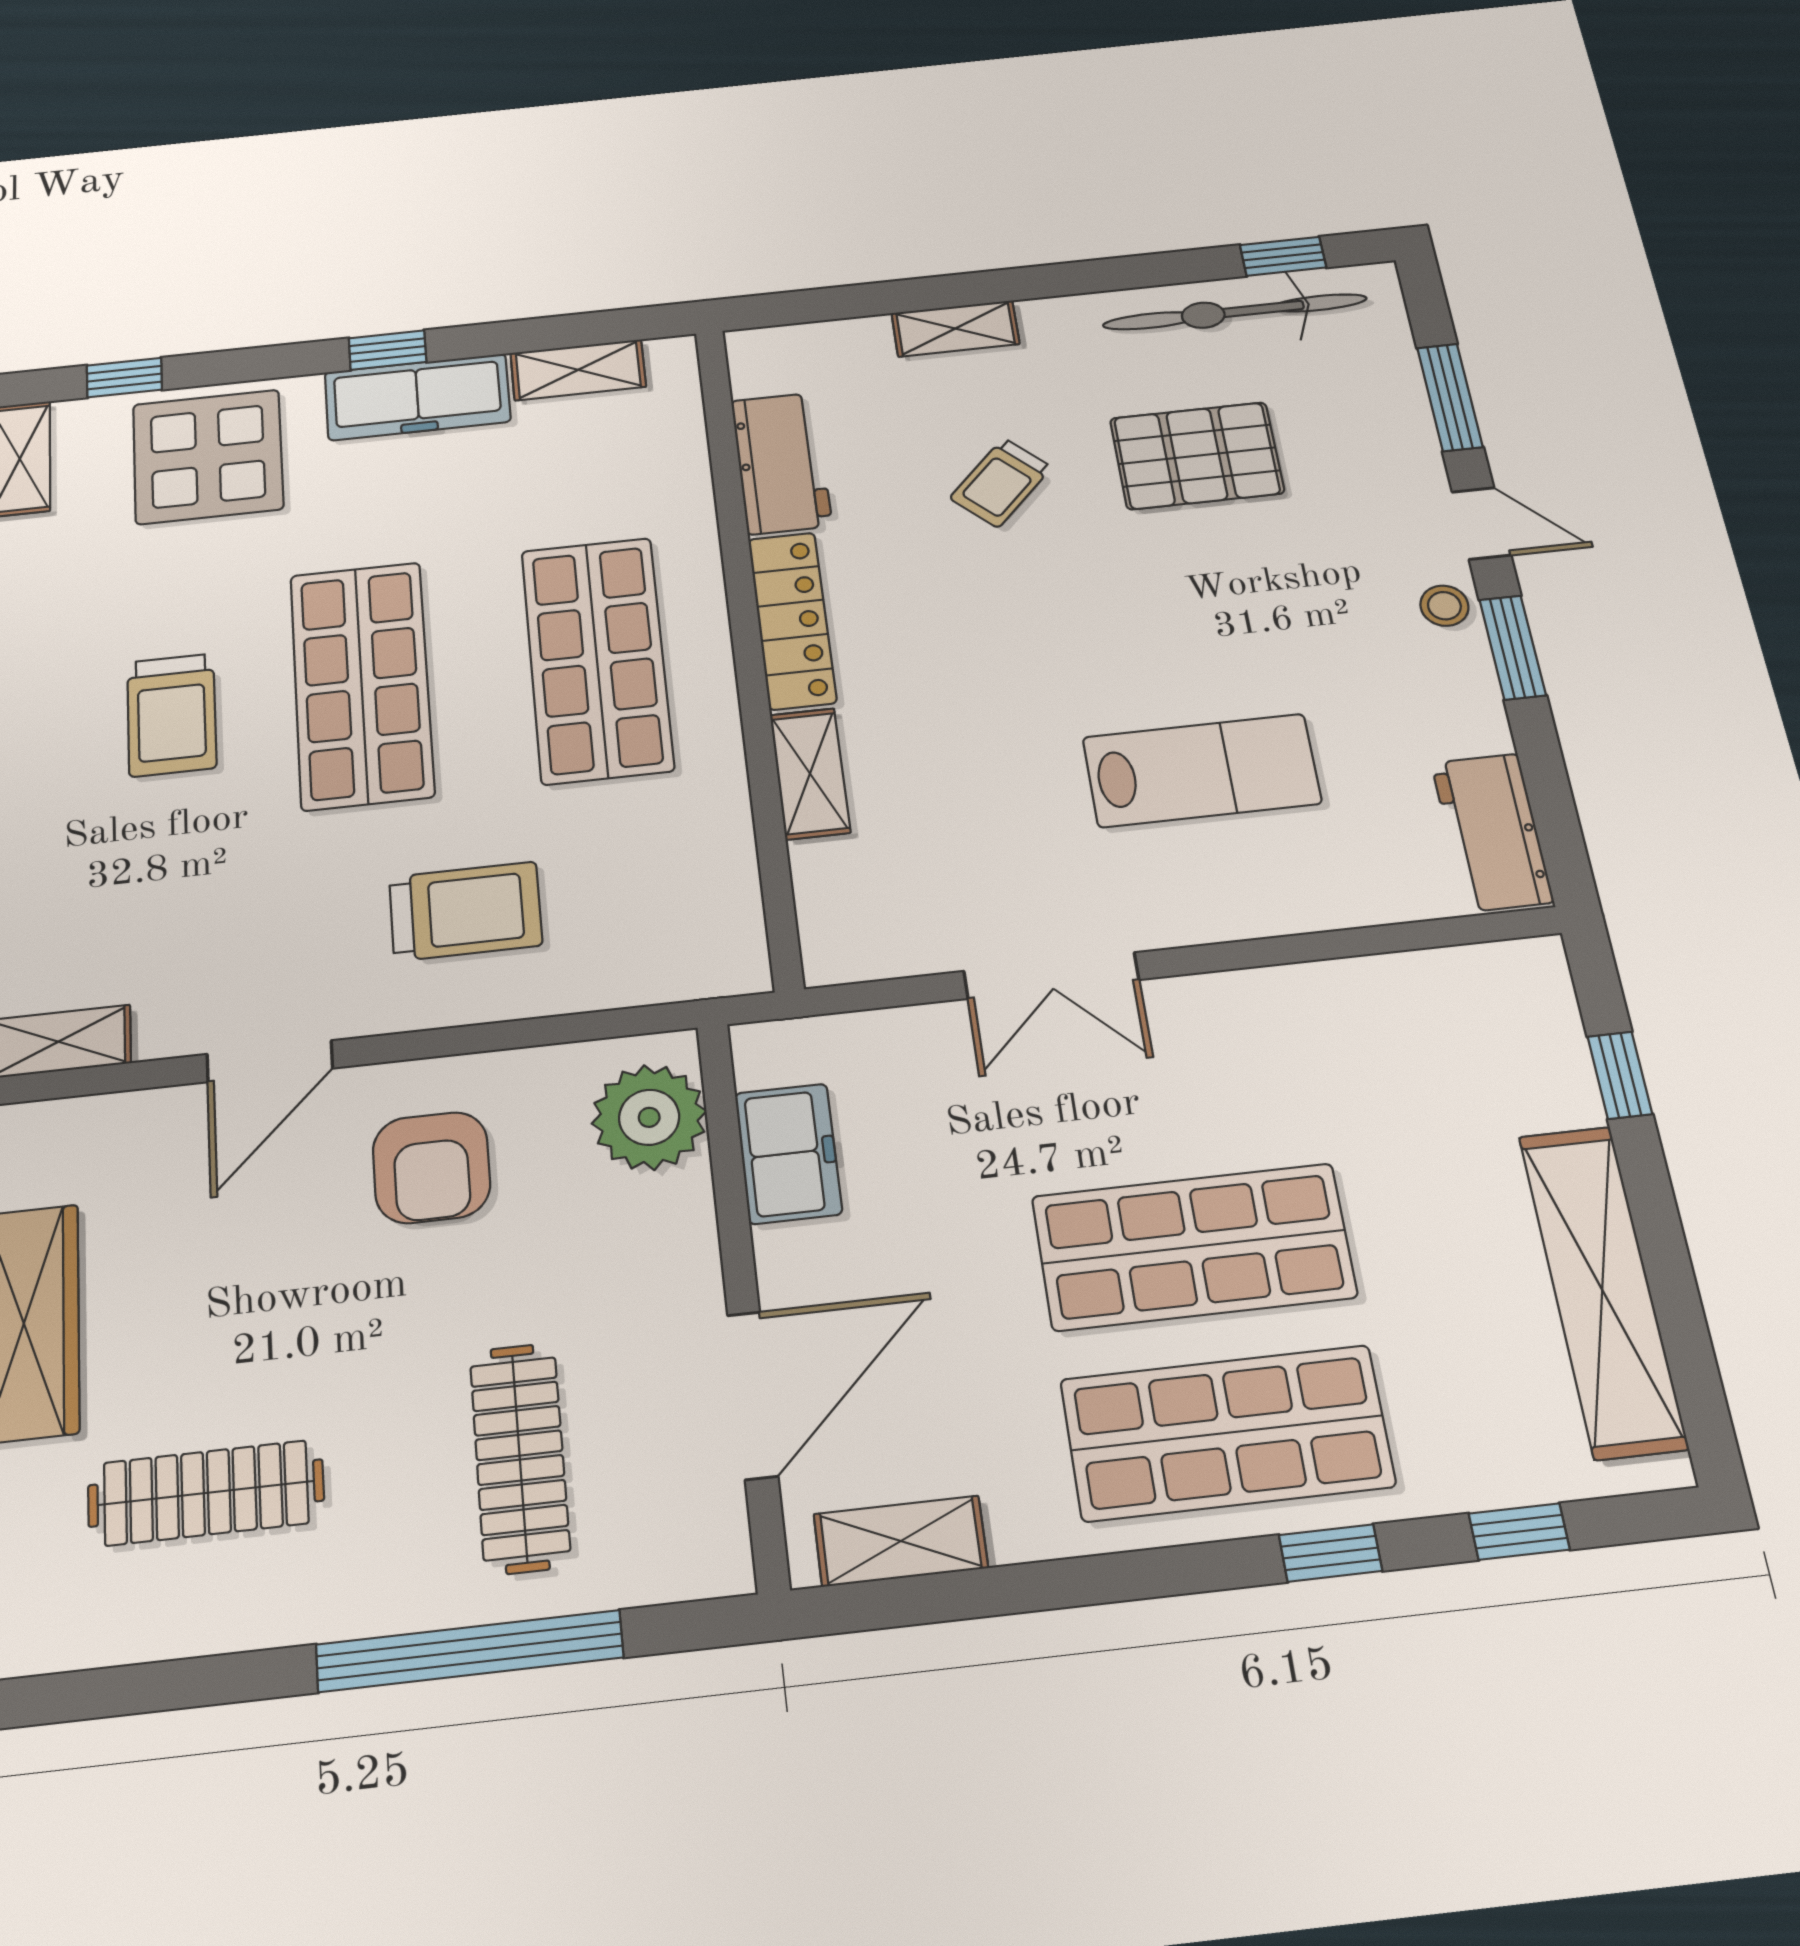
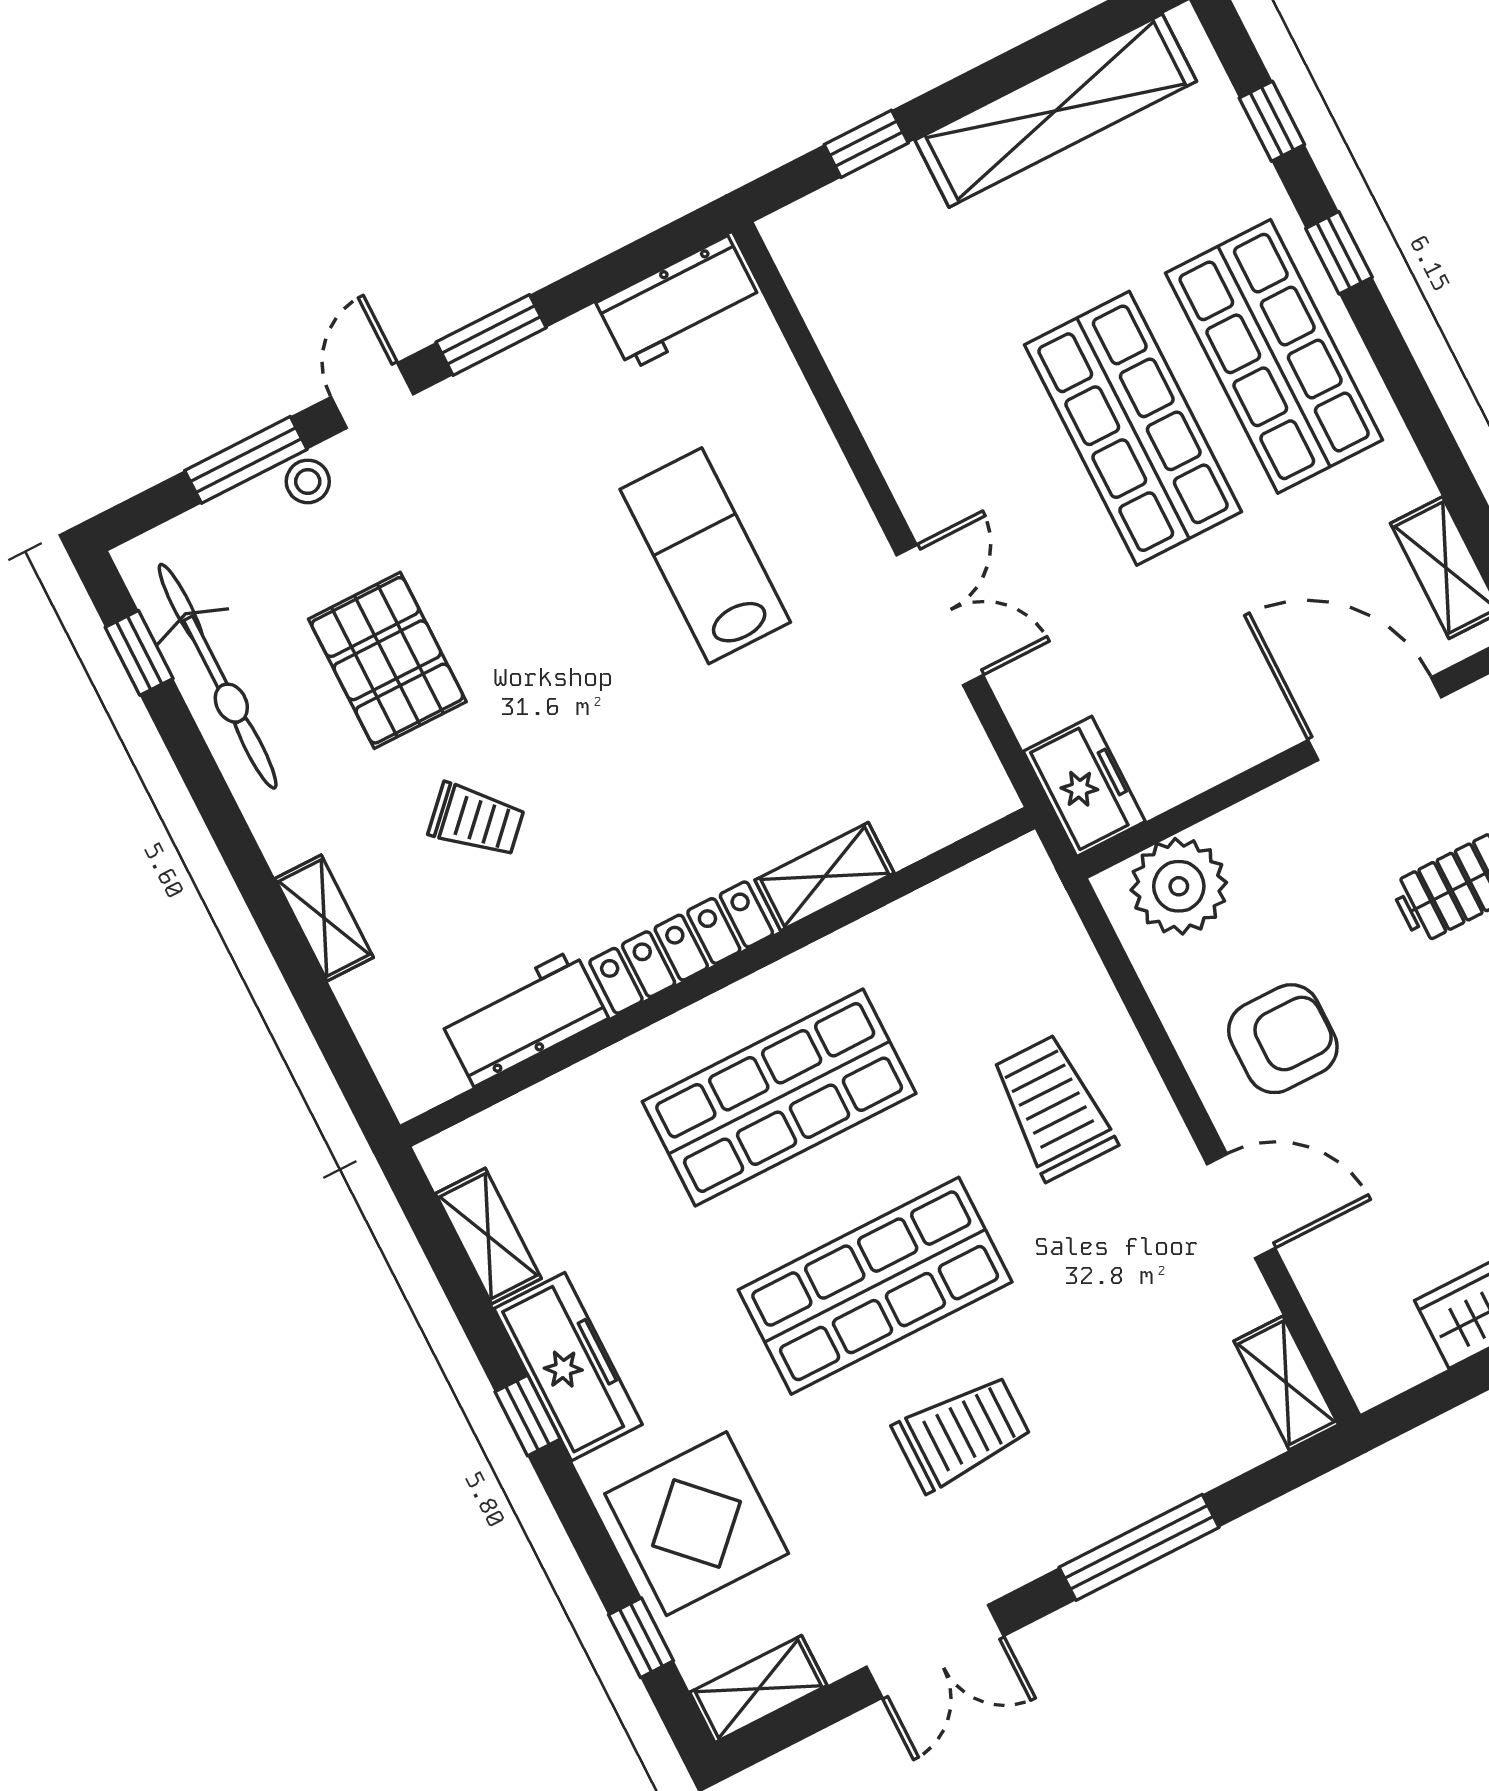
stool: (1444, 606) -> (308, 481), moved
freezer: (788, 1154) -> (1084, 786), moved, turned 90

